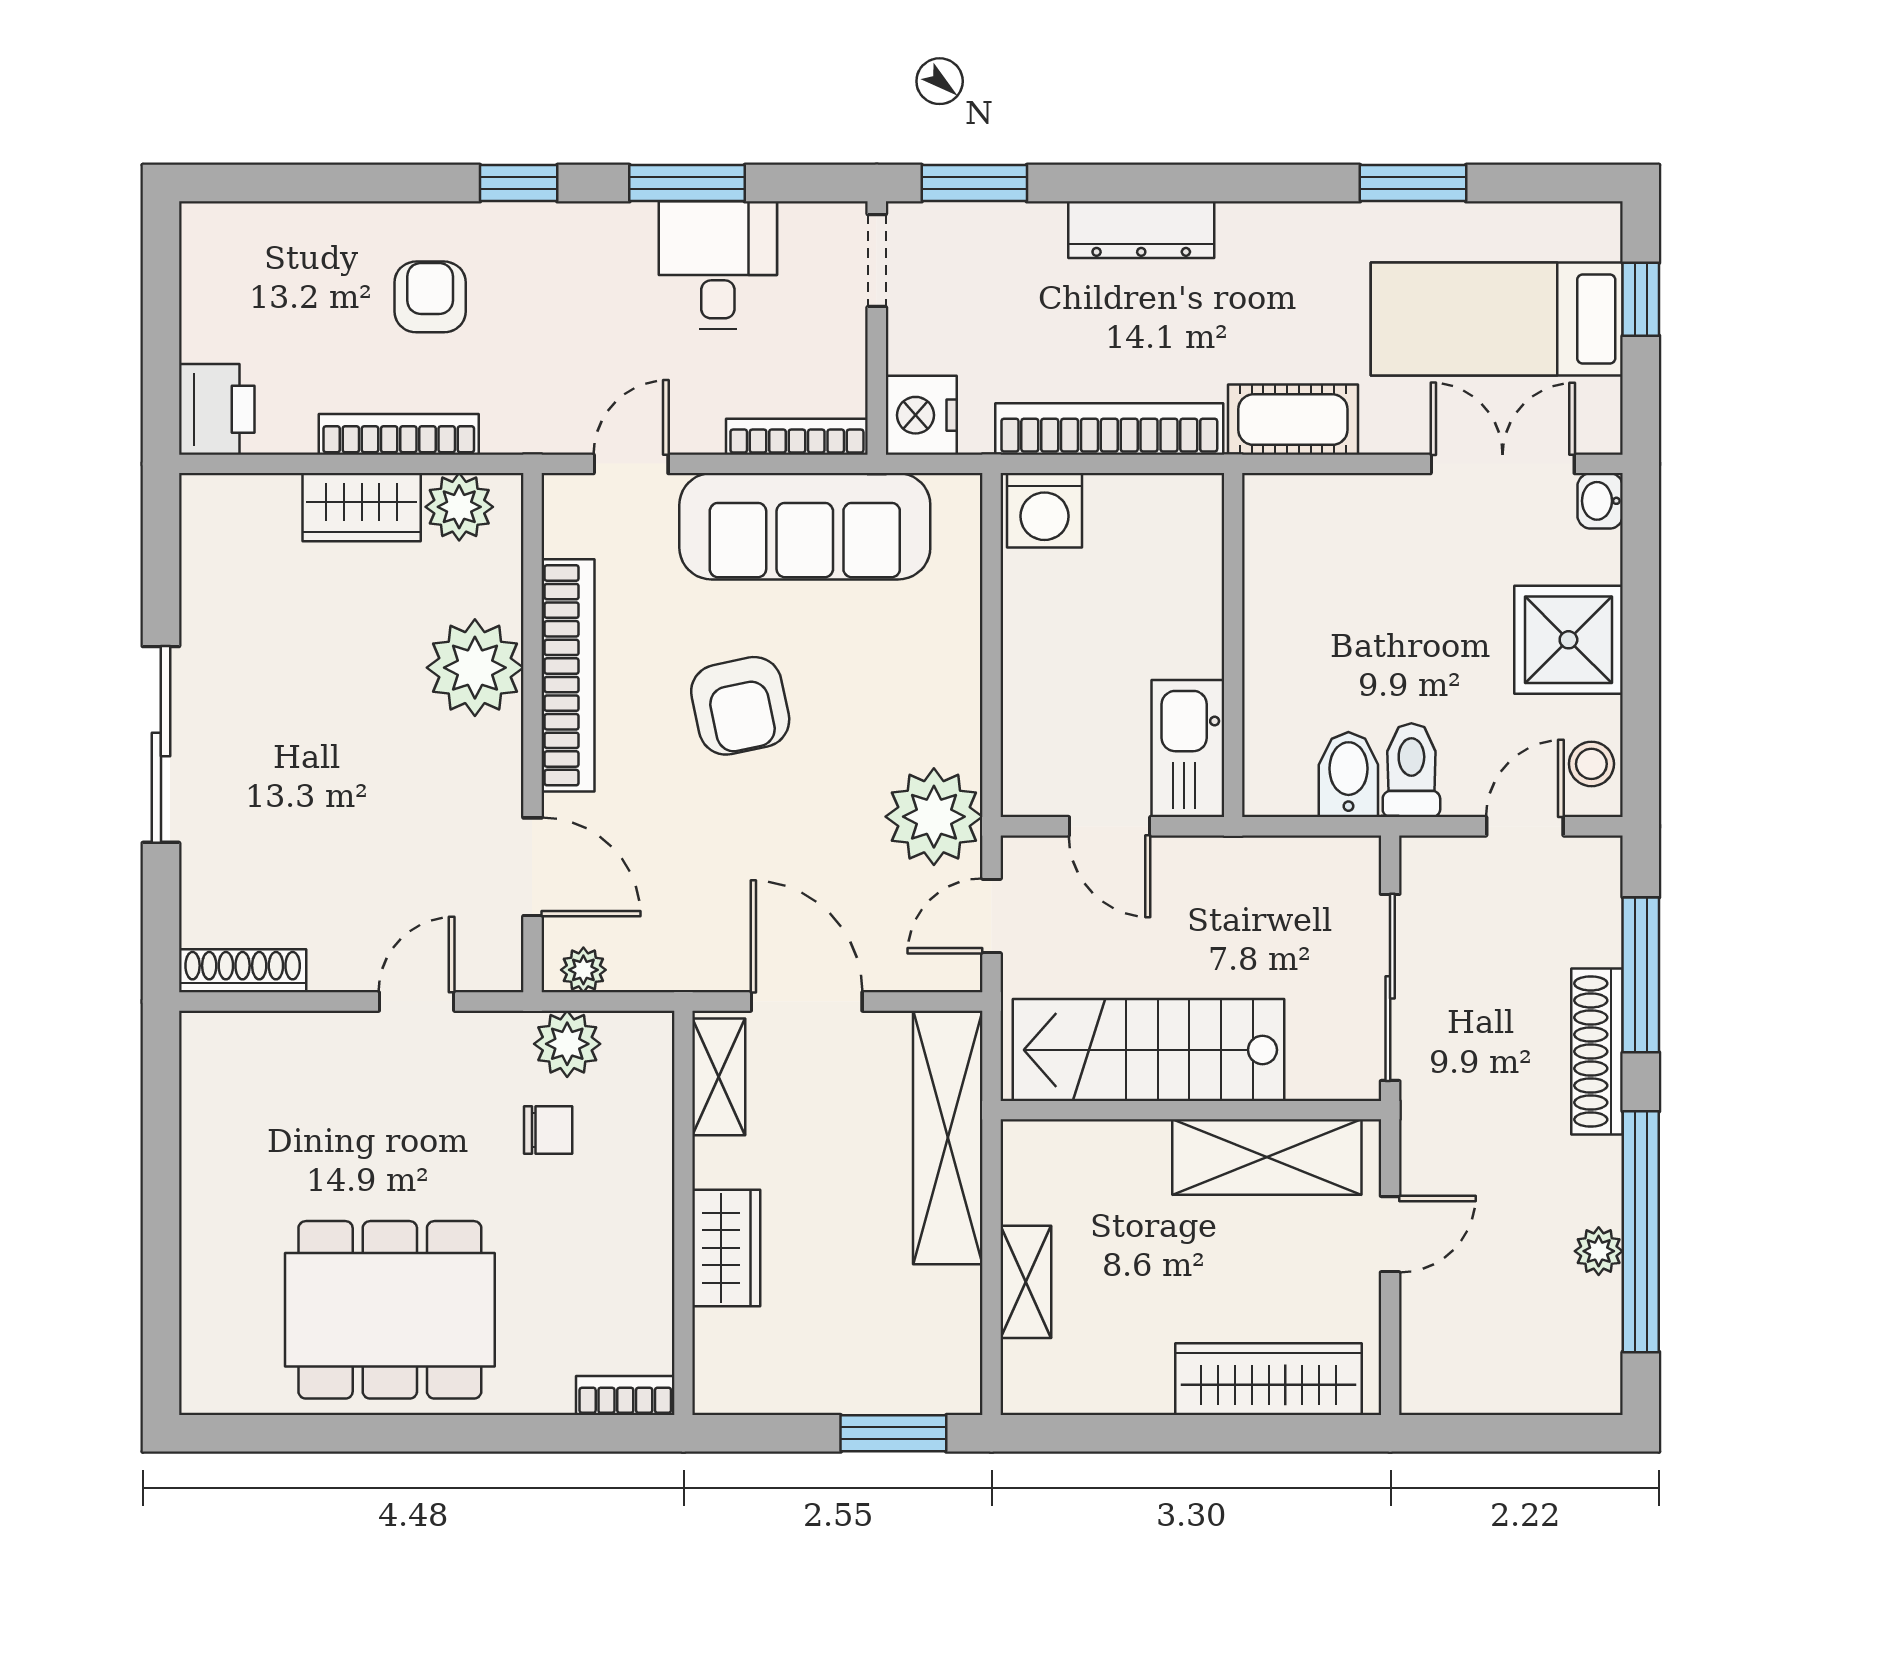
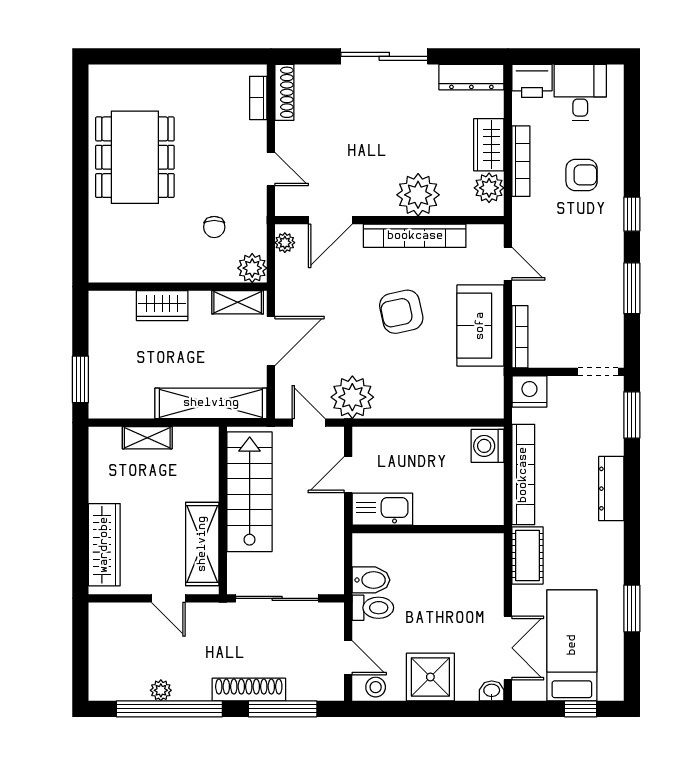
desk: (718, 265) -> (580, 92), moved, turned -90
sofa: (805, 526) -> (480, 326), width x0.73
dresser: (208, 547) -> (471, 77), added
plant: (567, 1044) -> (252, 268), moved
bookcase: (625, 1396) -> (258, 98), moved, turned 180

